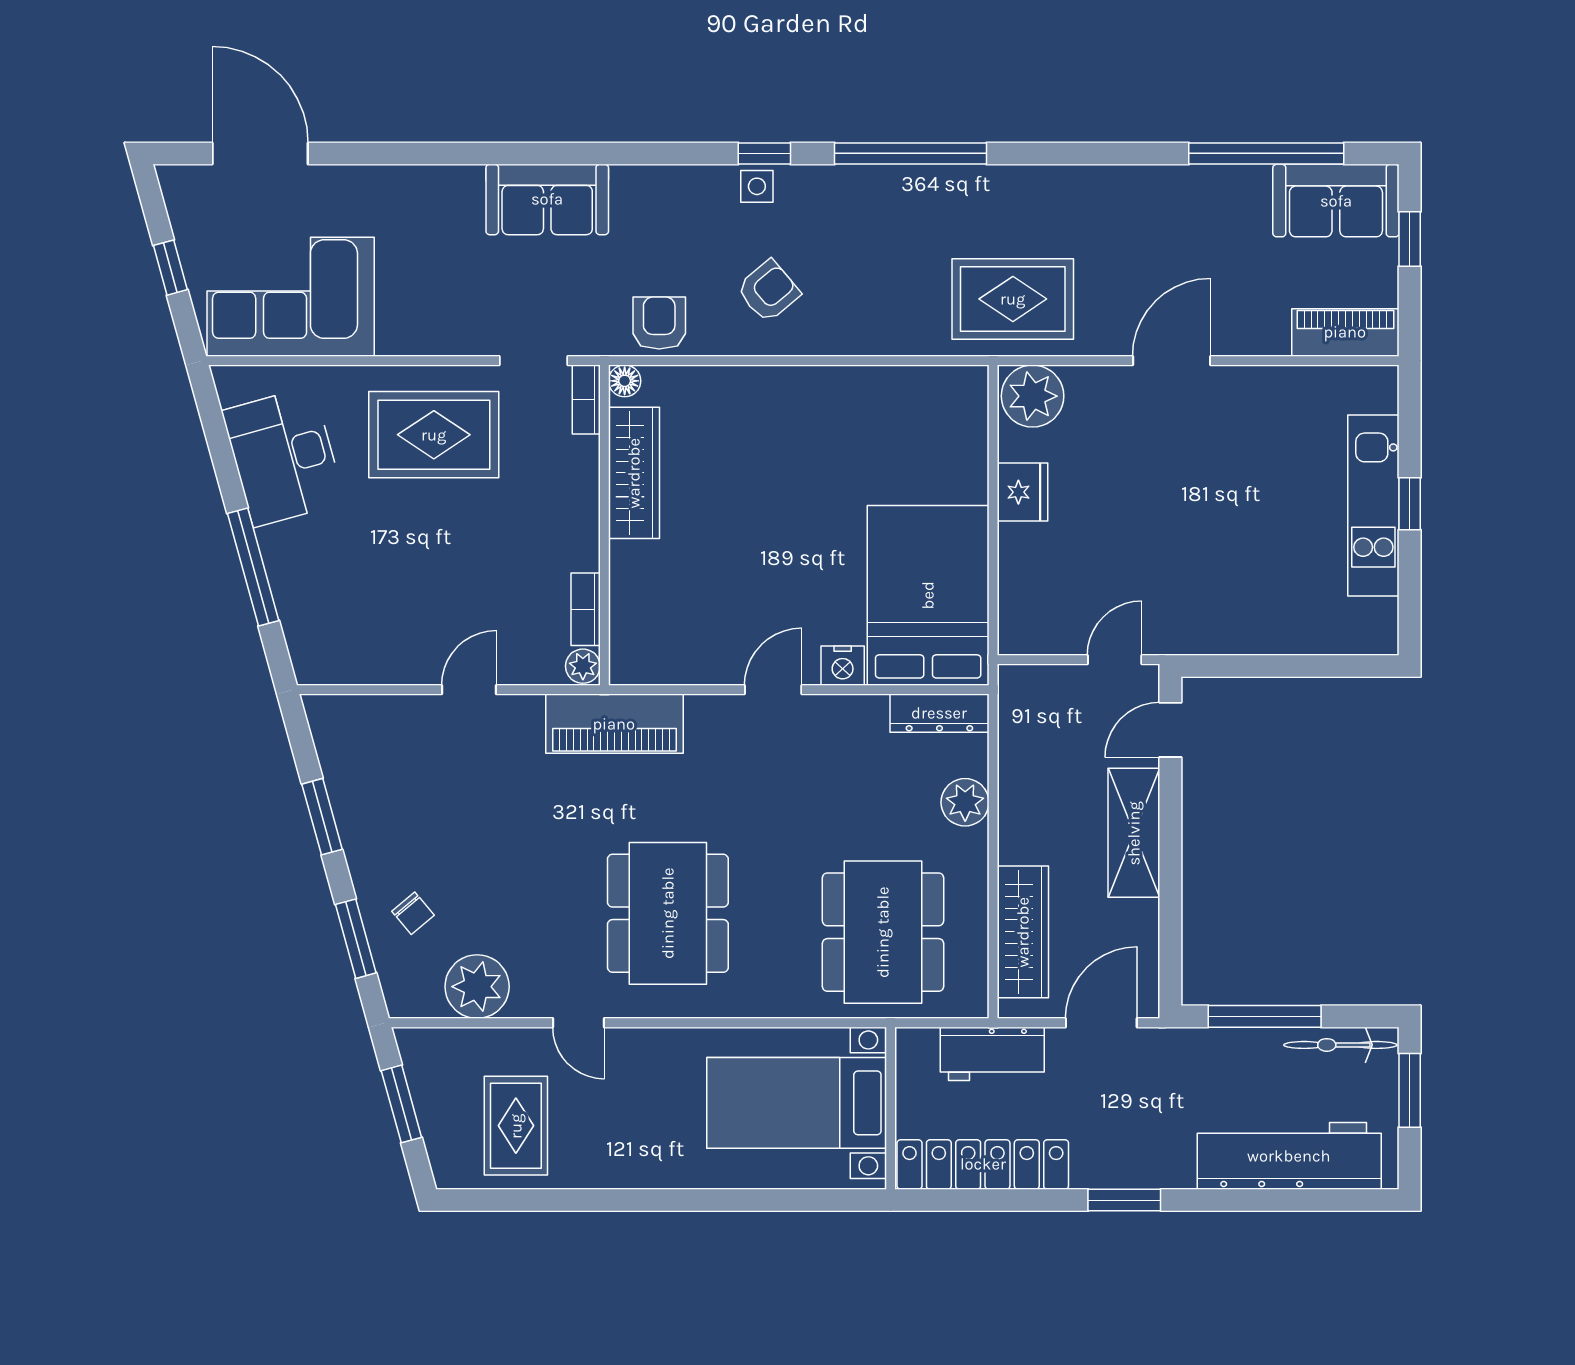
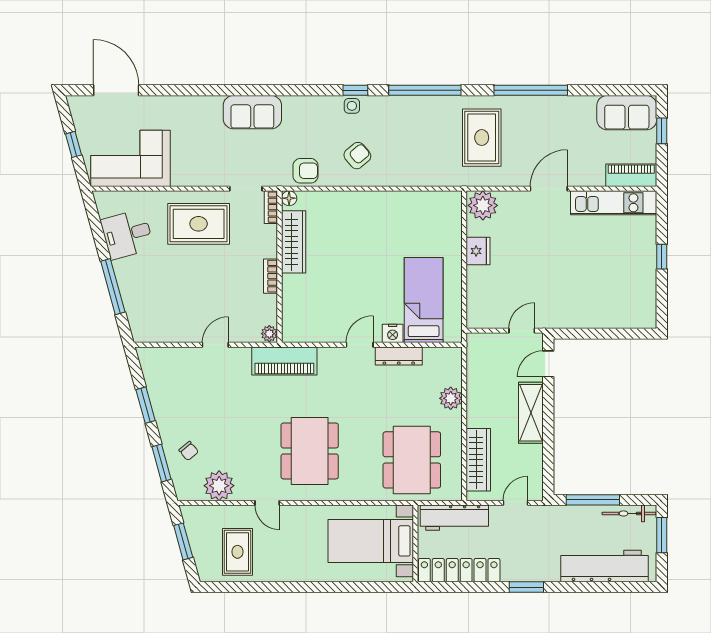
window: (1266, 153) -> (531, 90), moved
rug: (1013, 299) -> (482, 138), moved, turned 90
armchair: (659, 323) -> (306, 171), turned 90
desk: (283, 457) -> (127, 234), width x0.73
kitchen unit: (1373, 505) -> (614, 203), moved, turned -90
bed: (928, 595) -> (424, 300), width x0.67
bookcase: (586, 609) -> (271, 276), moved
dresser: (939, 713) -> (399, 356), moved
door: (1101, 1023) -> (515, 503), width x0.73
workbench: (992, 1054) -> (454, 518), width x1.38

